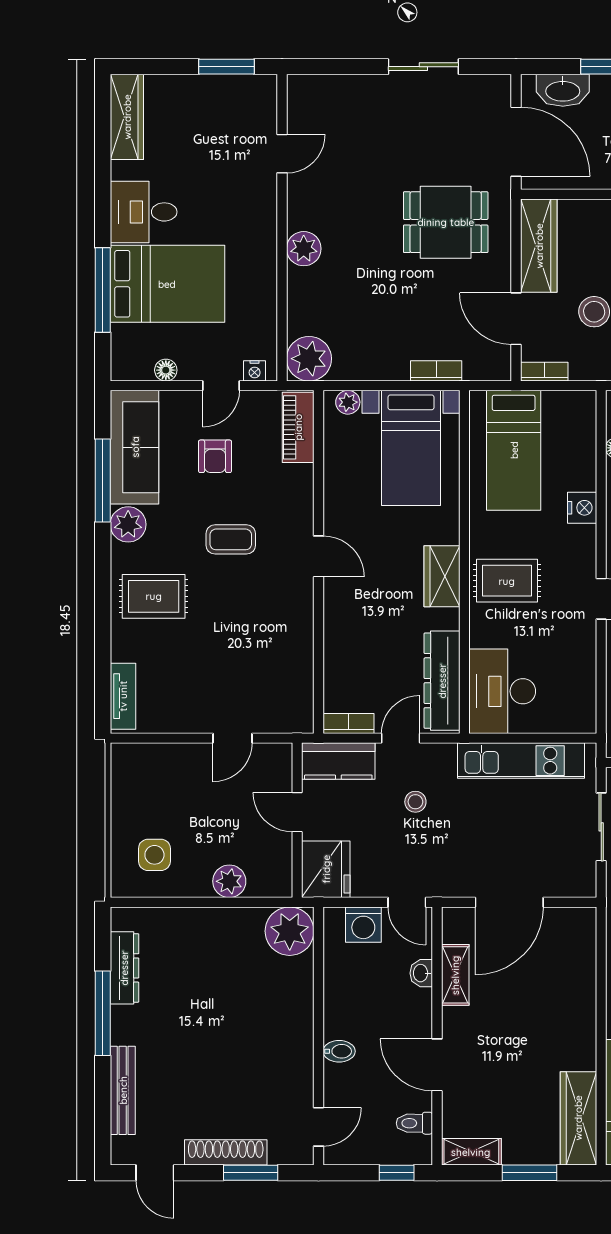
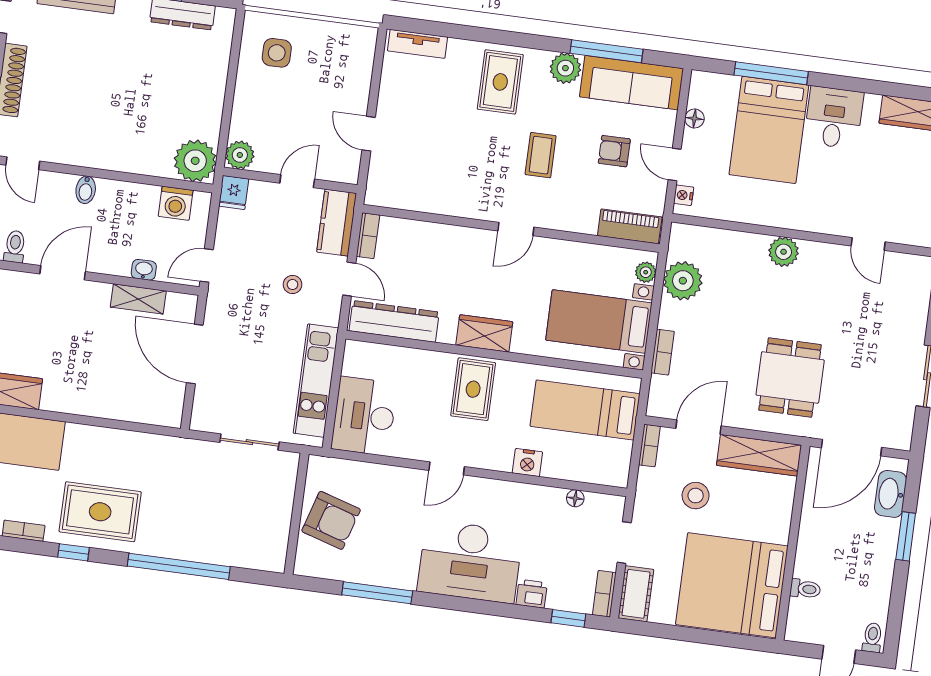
plant: (309, 359) -> (683, 281), moved
desk: (502, 691) -> (364, 416), moved, turned -90
fridge: (326, 869) -> (234, 192), width x0.53, depth x0.75
plant: (229, 881) -> (240, 155), moved
washing machine: (363, 925) -> (176, 203), moved, turned -90

